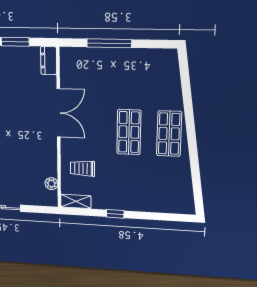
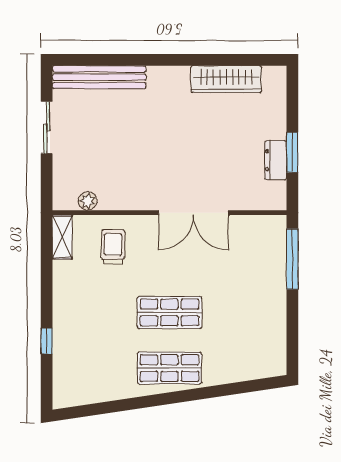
window: (109, 43) -> (292, 259), moved
dresser: (49, 61) -> (276, 160), moved, turned -90
window: (115, 214) -> (47, 341), moved

